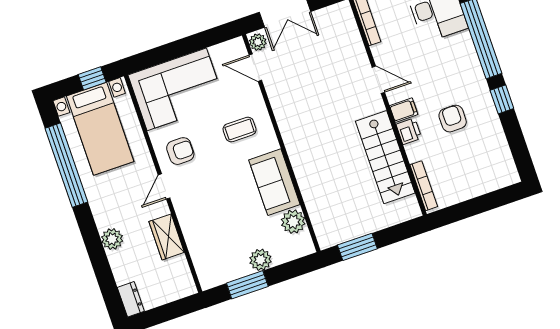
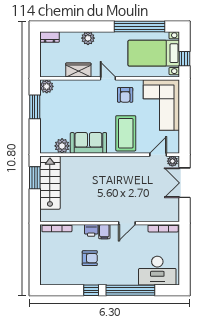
coffee table: (240, 129) -> (126, 133), width x1.86, depth x1.72
stairs: (385, 157) -> (50, 183), moved, turned 90
plant: (260, 260) -> (47, 86), moved

